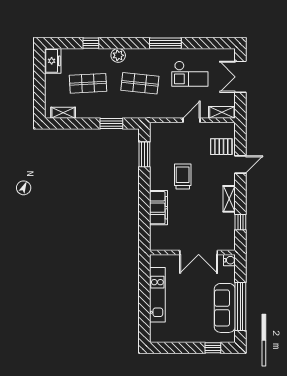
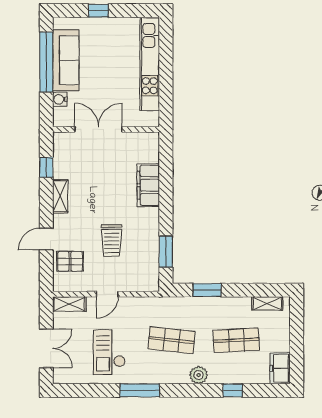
checkout: (190, 74) -> (109, 352), turned -90
trolley: (183, 177) -> (112, 241), moved
water cooler: (229, 260) -> (60, 99), moved
kitchen unit: (157, 295) -> (150, 64), width x1.36
window: (213, 348) -> (98, 11), moved

